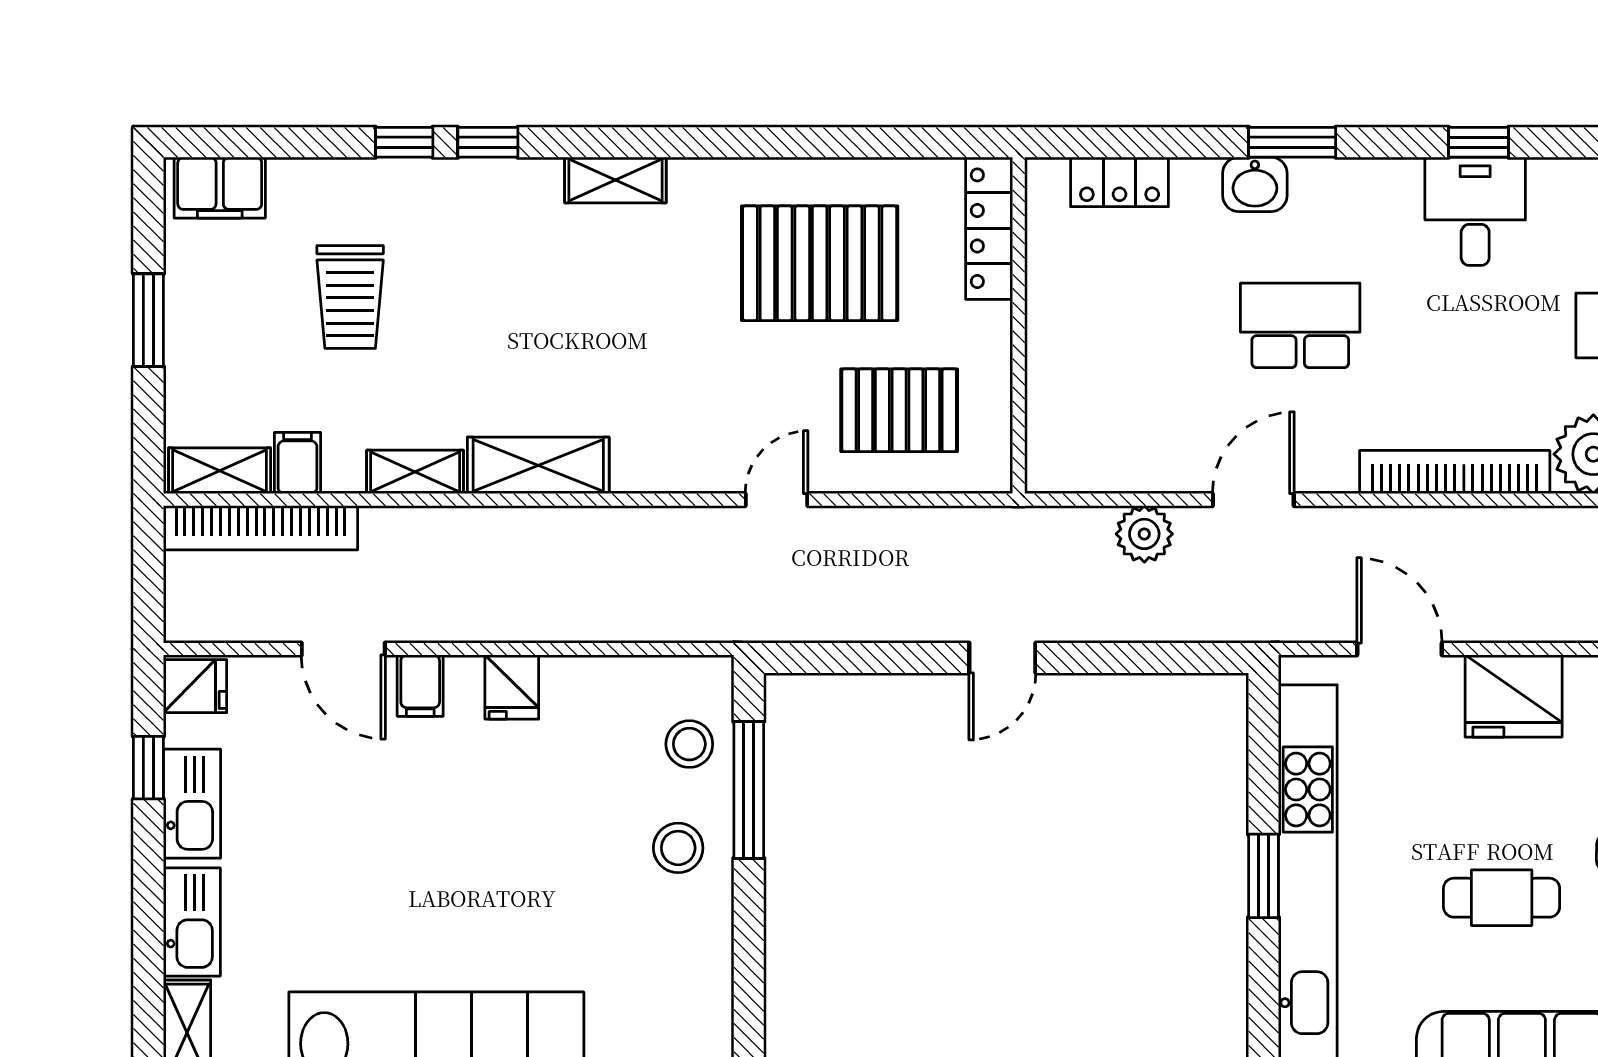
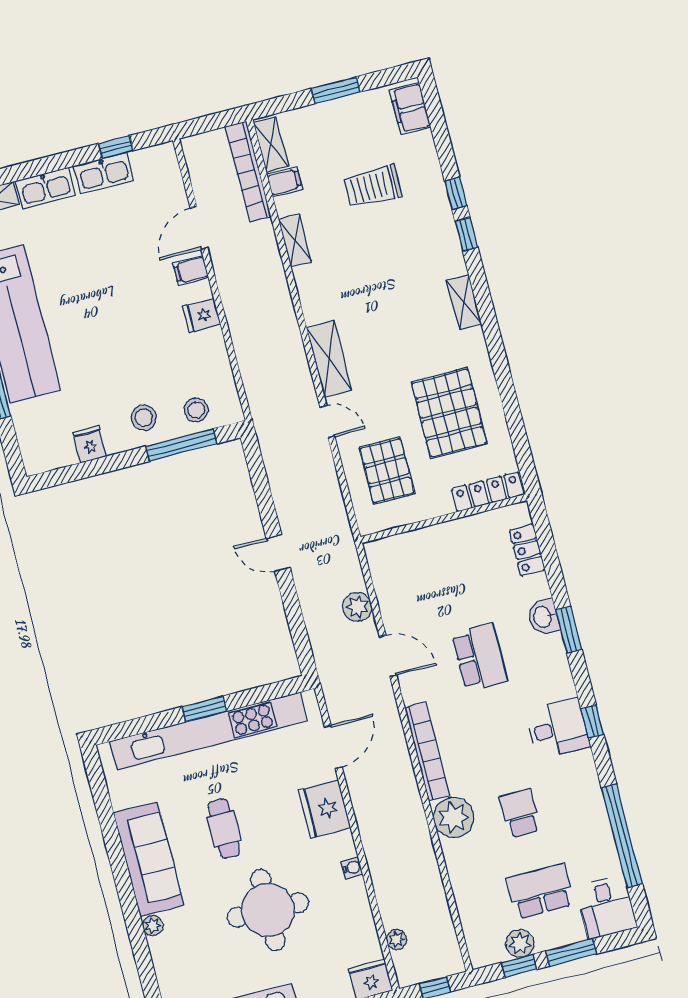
shelving: (538, 465) -> (329, 359), moved
fridge: (195, 686) -> (90, 444), moved, turned 180

